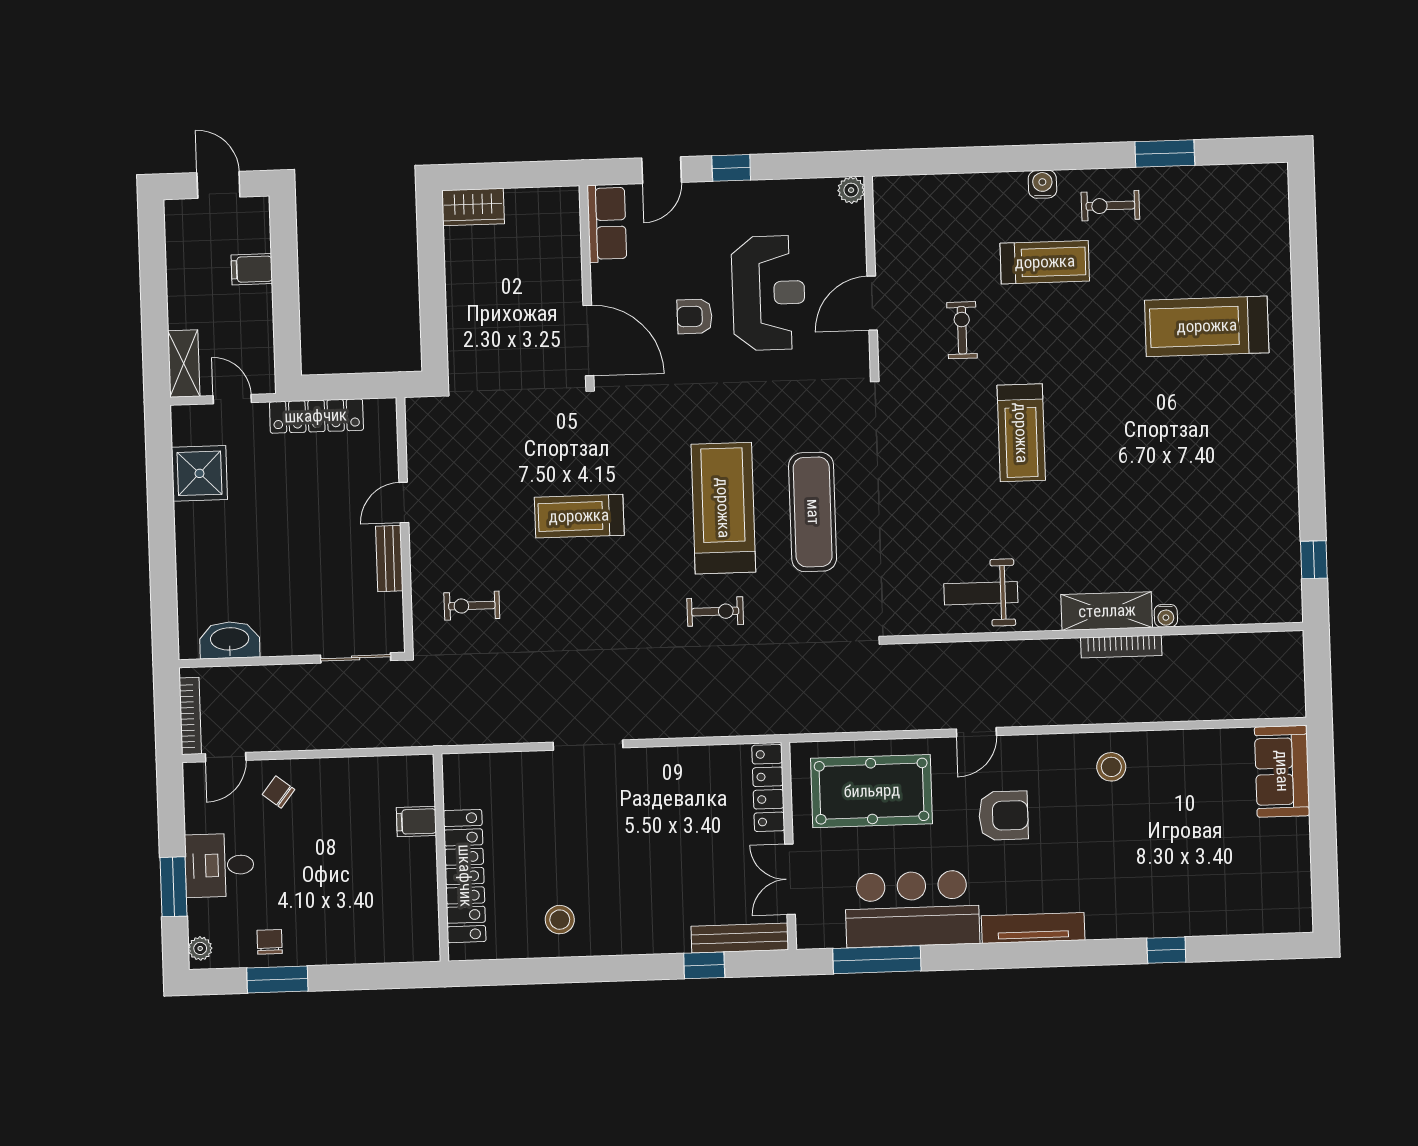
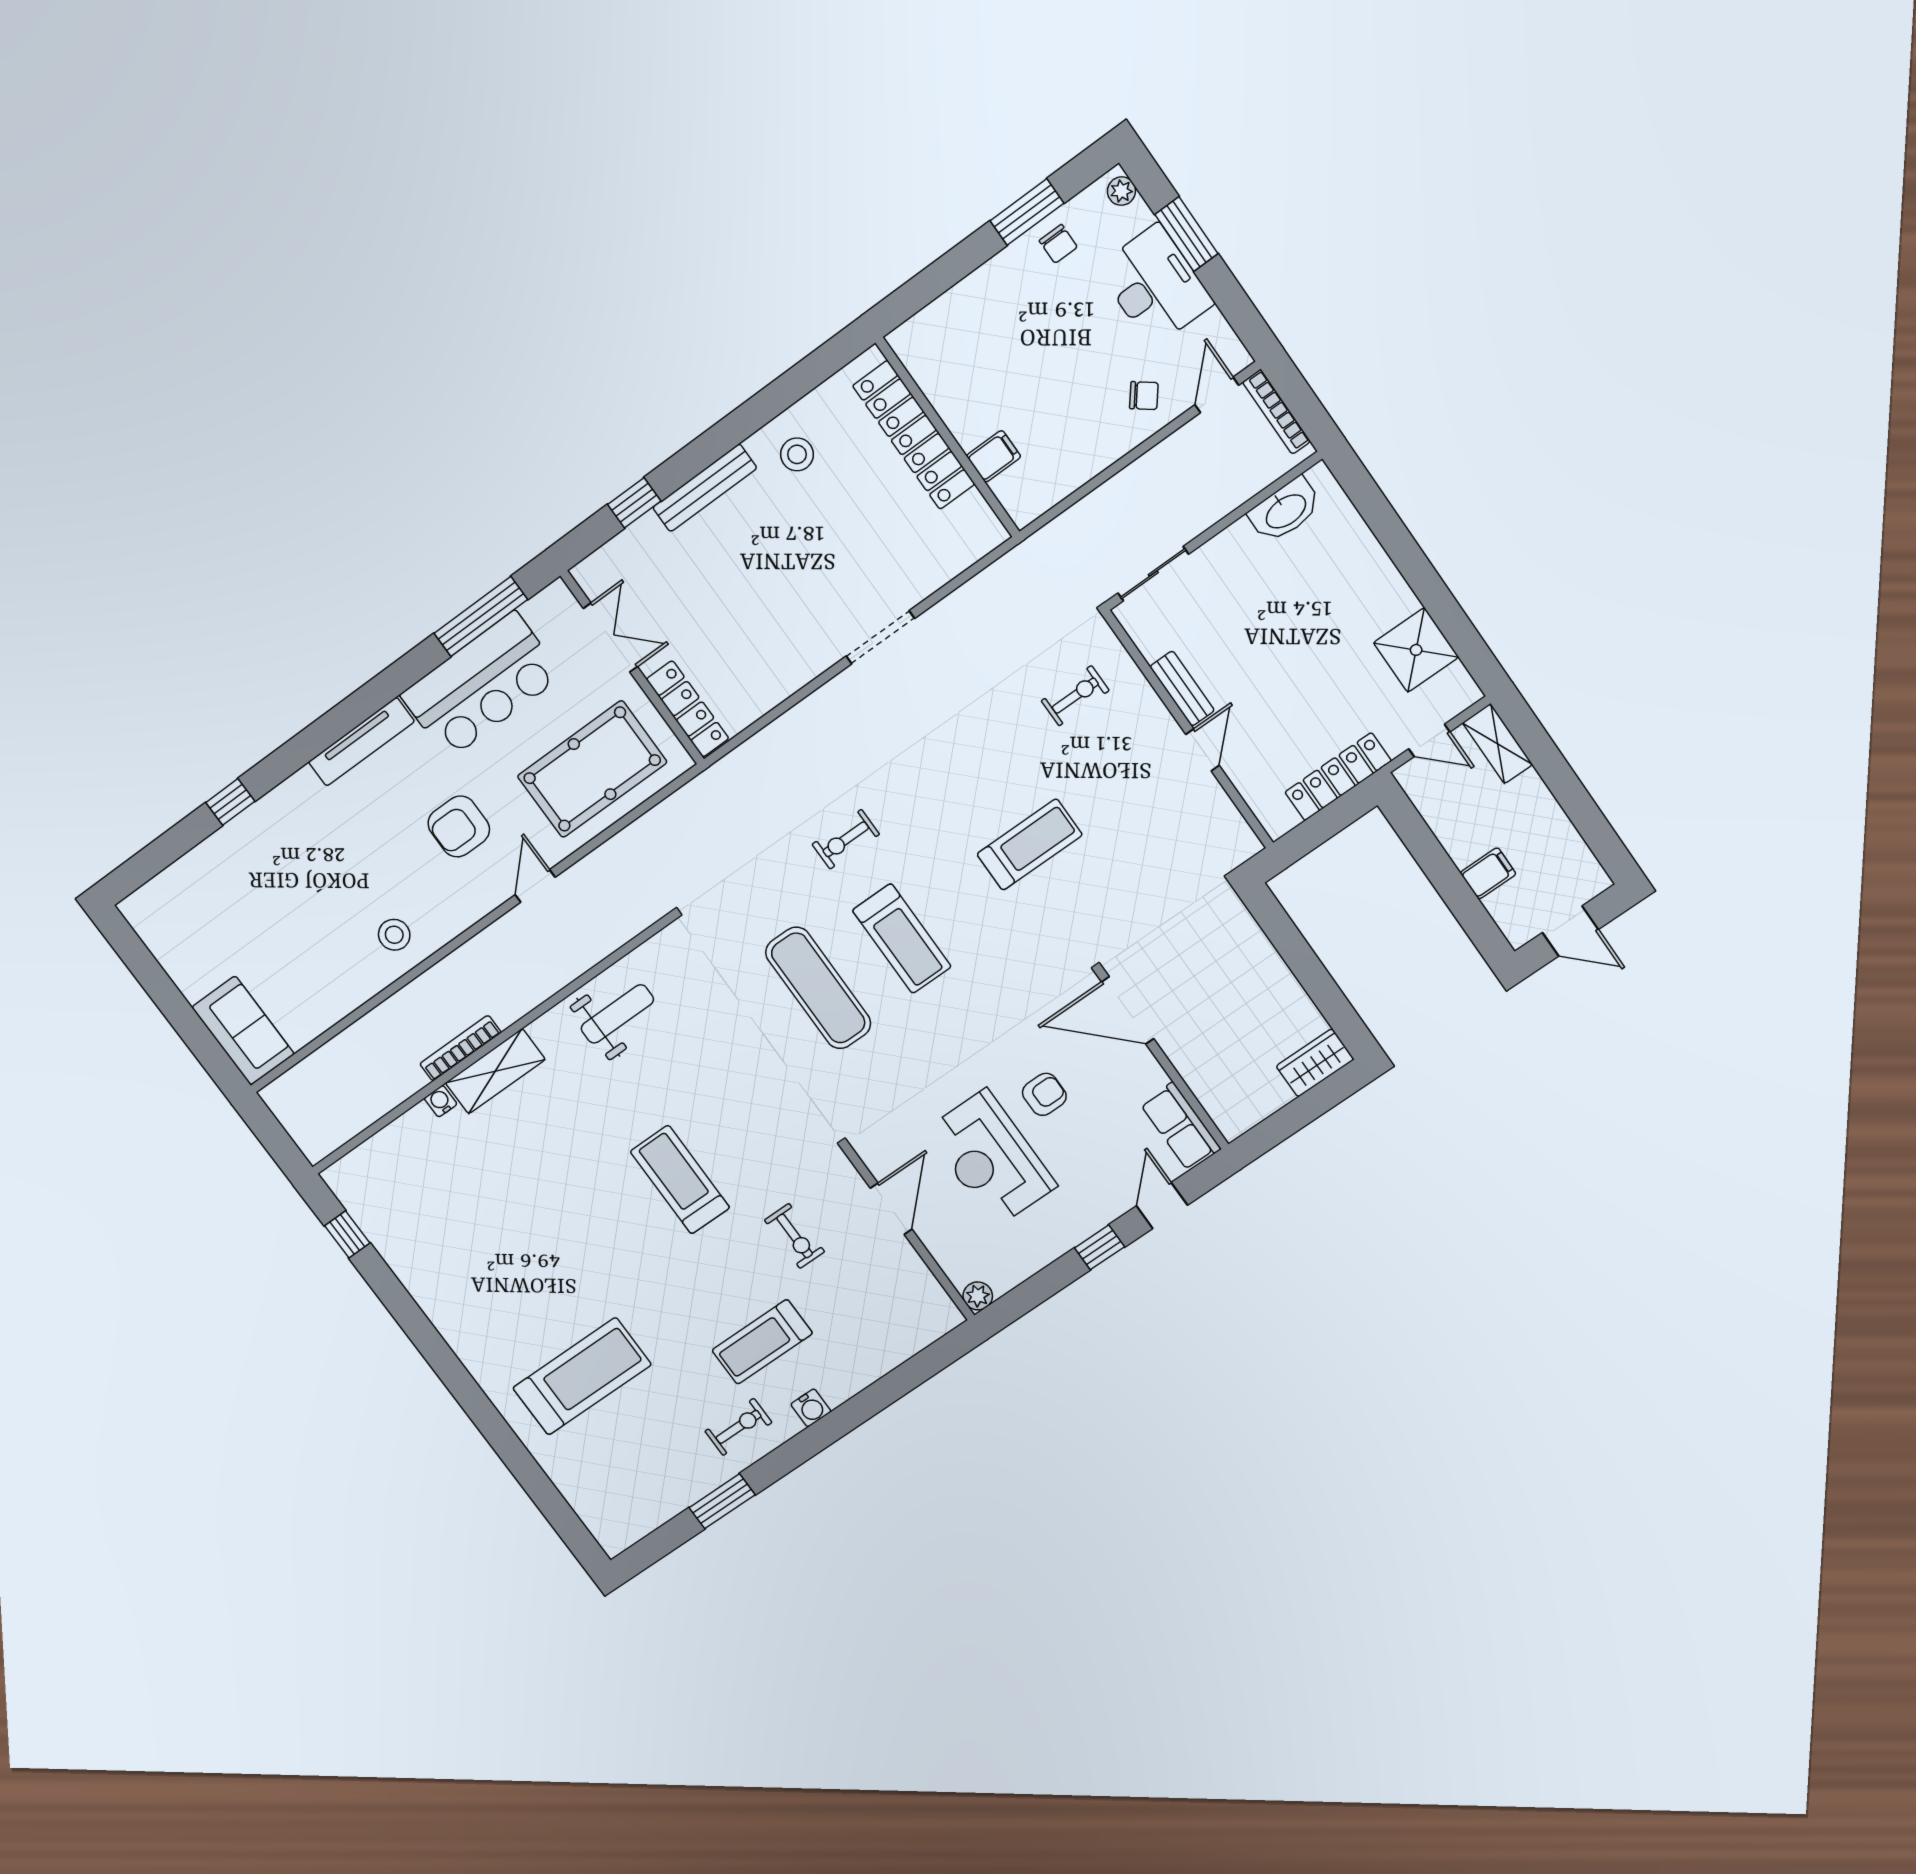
treadmill: (723, 508) -> (902, 939), width x0.73, depth x0.73
desk: (219, 865) -> (1155, 286), width x1.37
bench: (740, 938) -> (705, 488), moved

